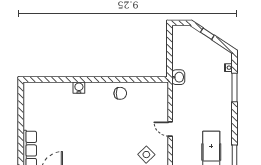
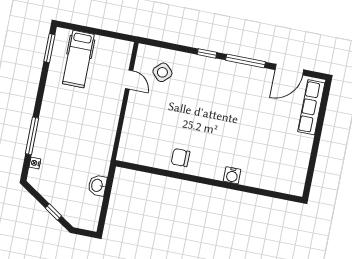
washbasin: (178, 77) -> (97, 185), moved
door: (170, 129) -> (129, 80), moved

